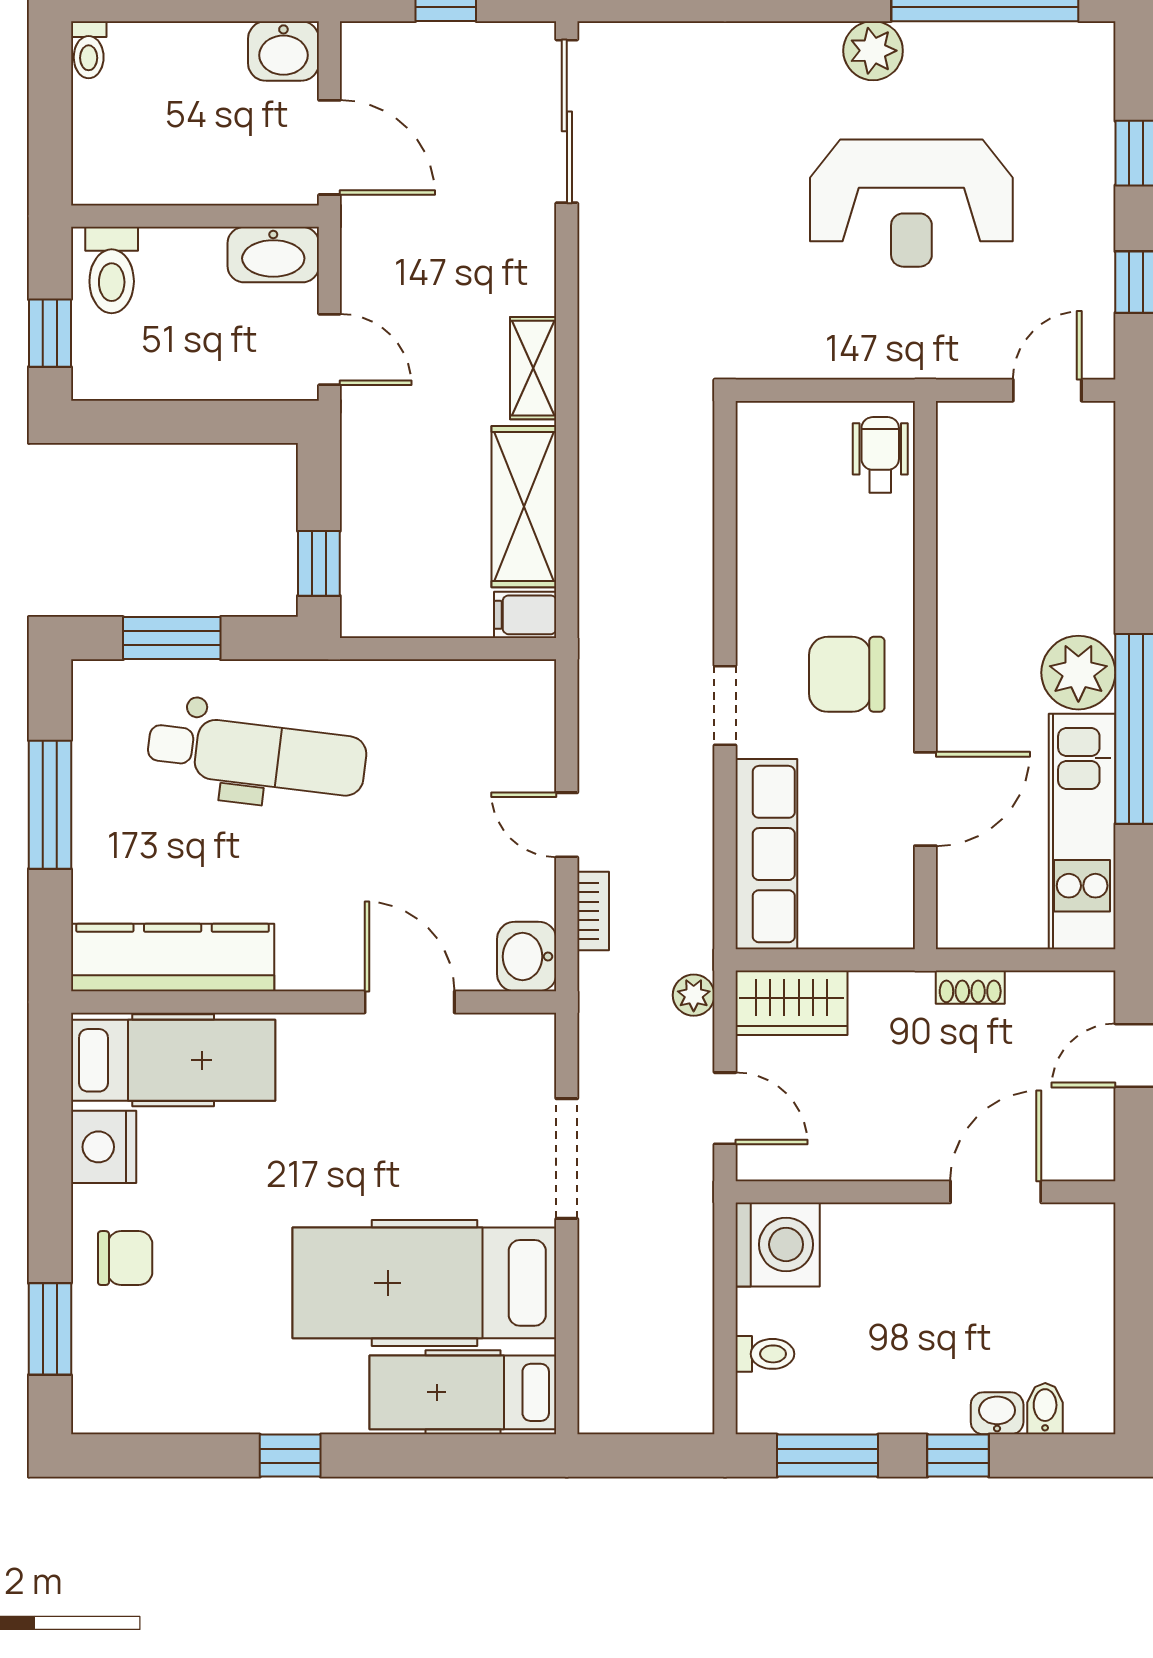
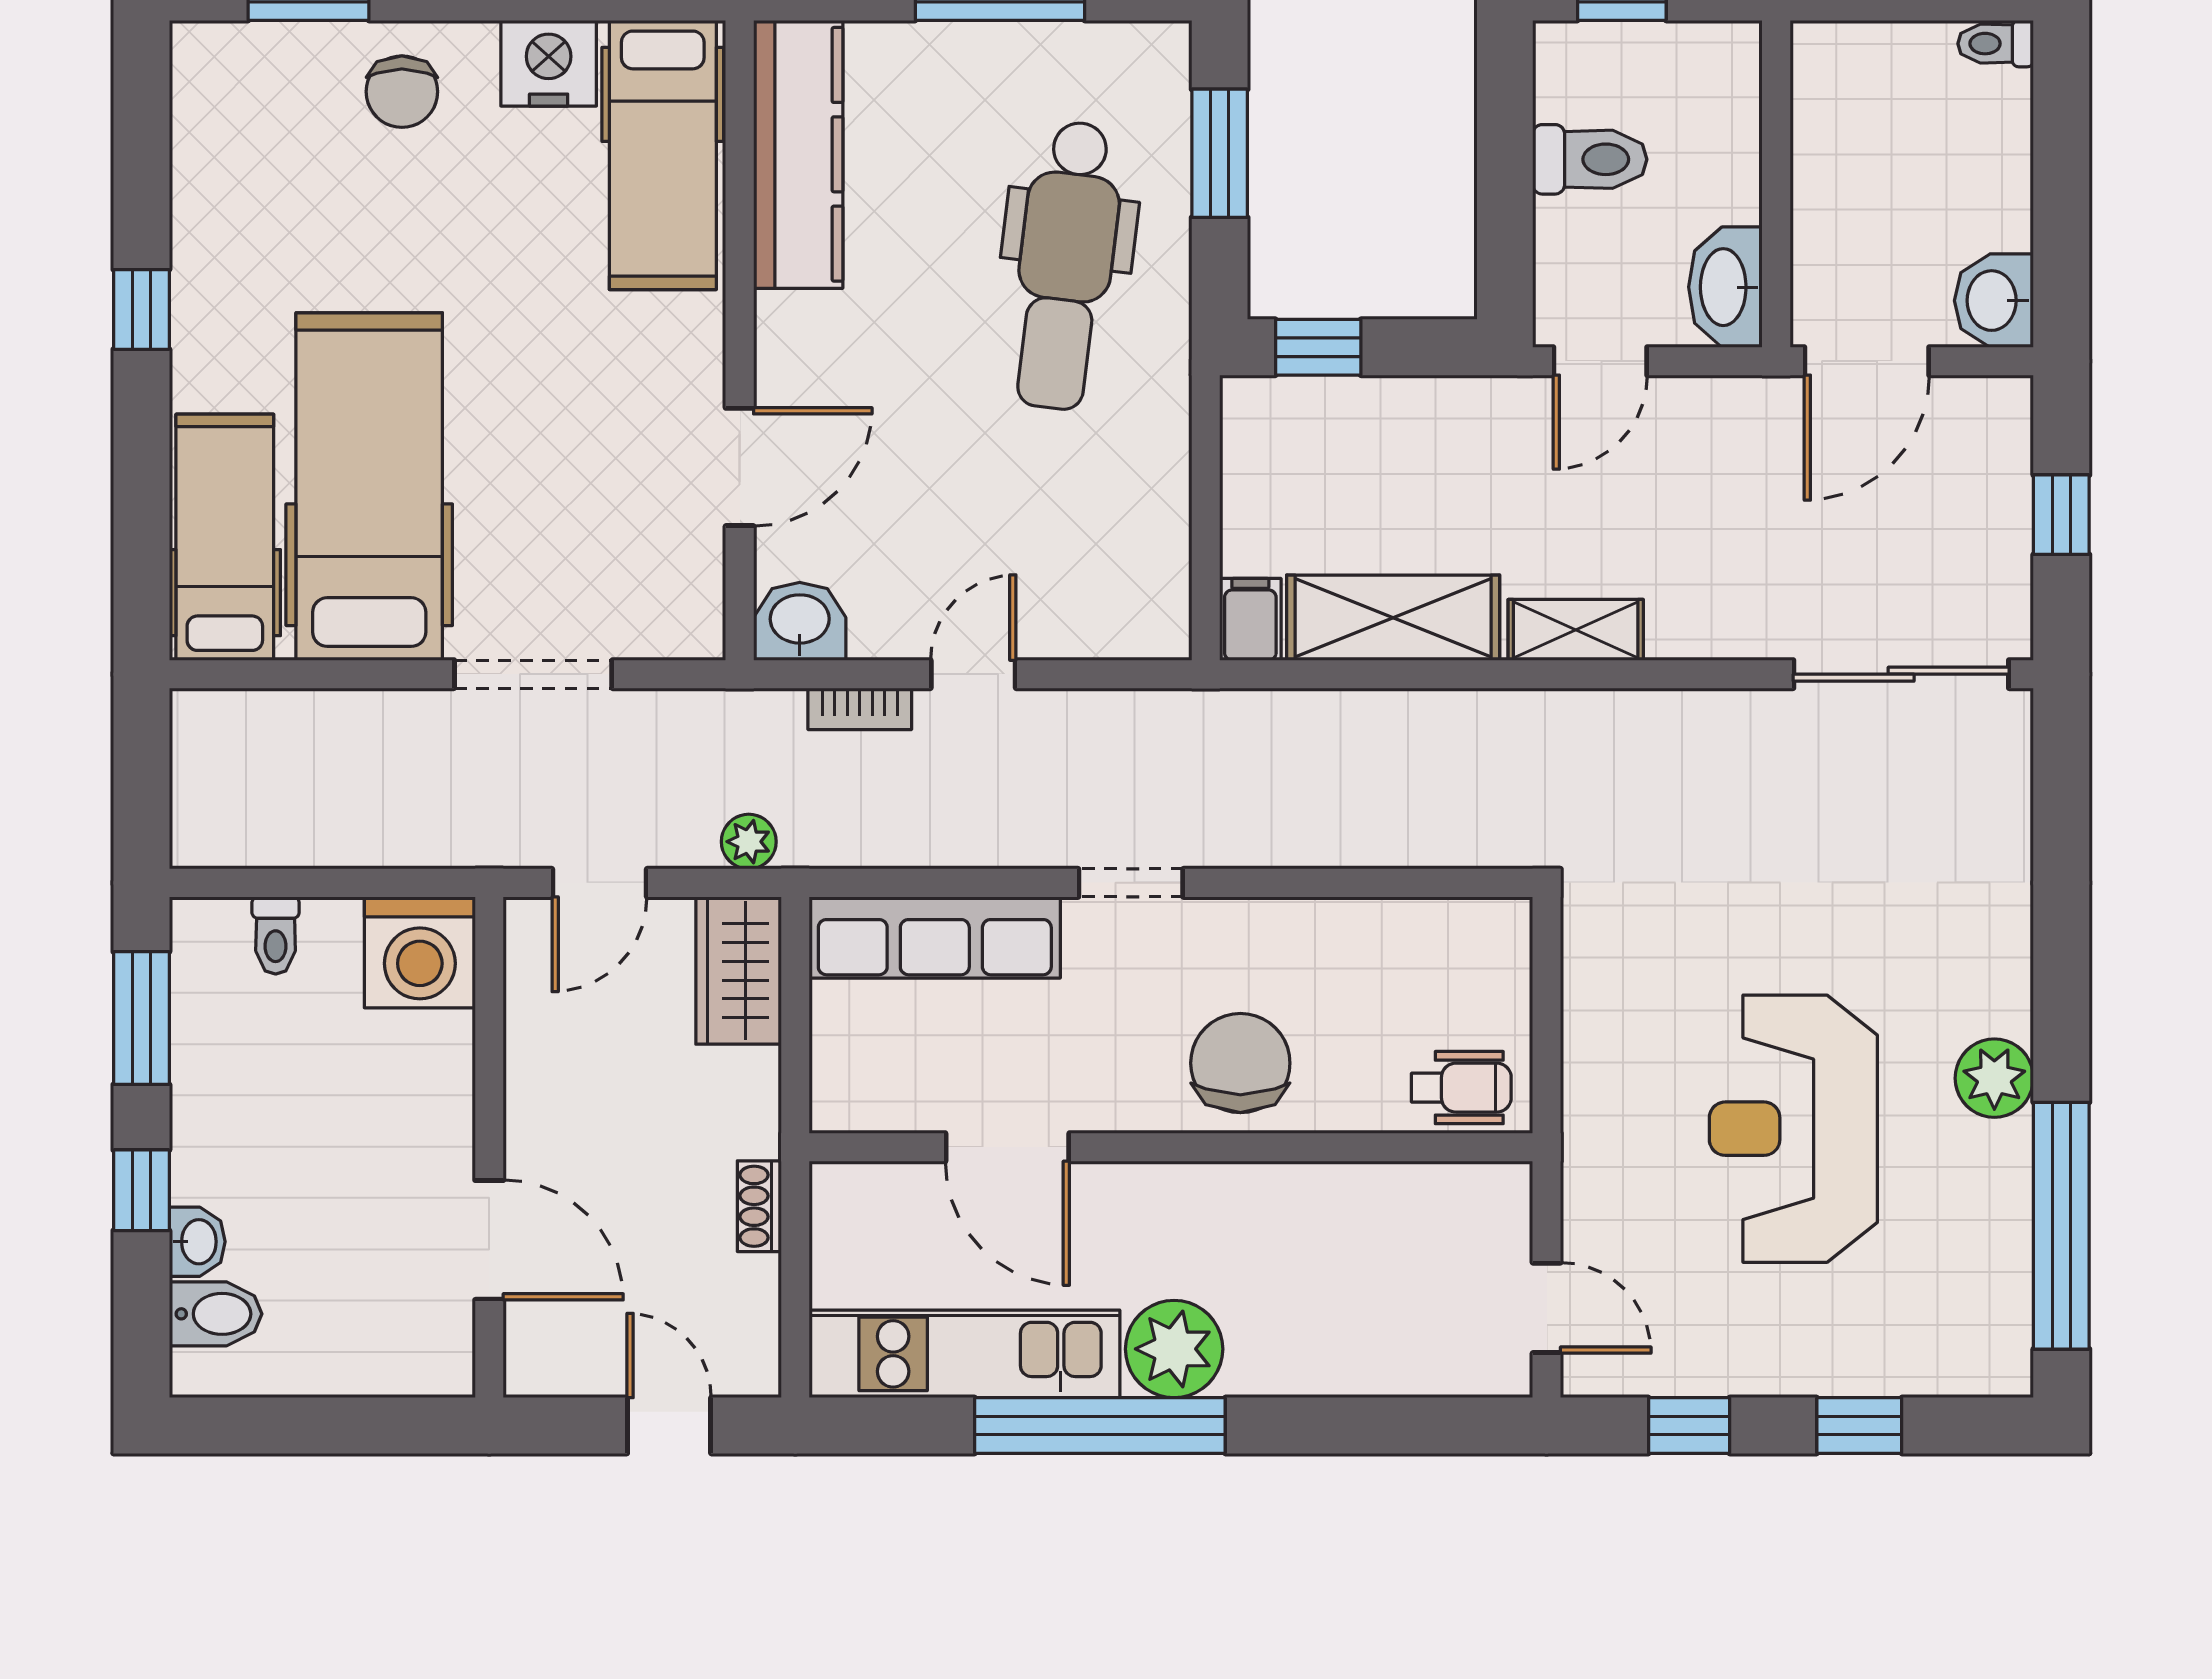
toilet: (112, 270) -> (1590, 159), moved, turned 180
chair: (847, 674) -> (1240, 1063), moved
bidet: (1045, 1409) -> (216, 1314), width x1.38, depth x1.36

